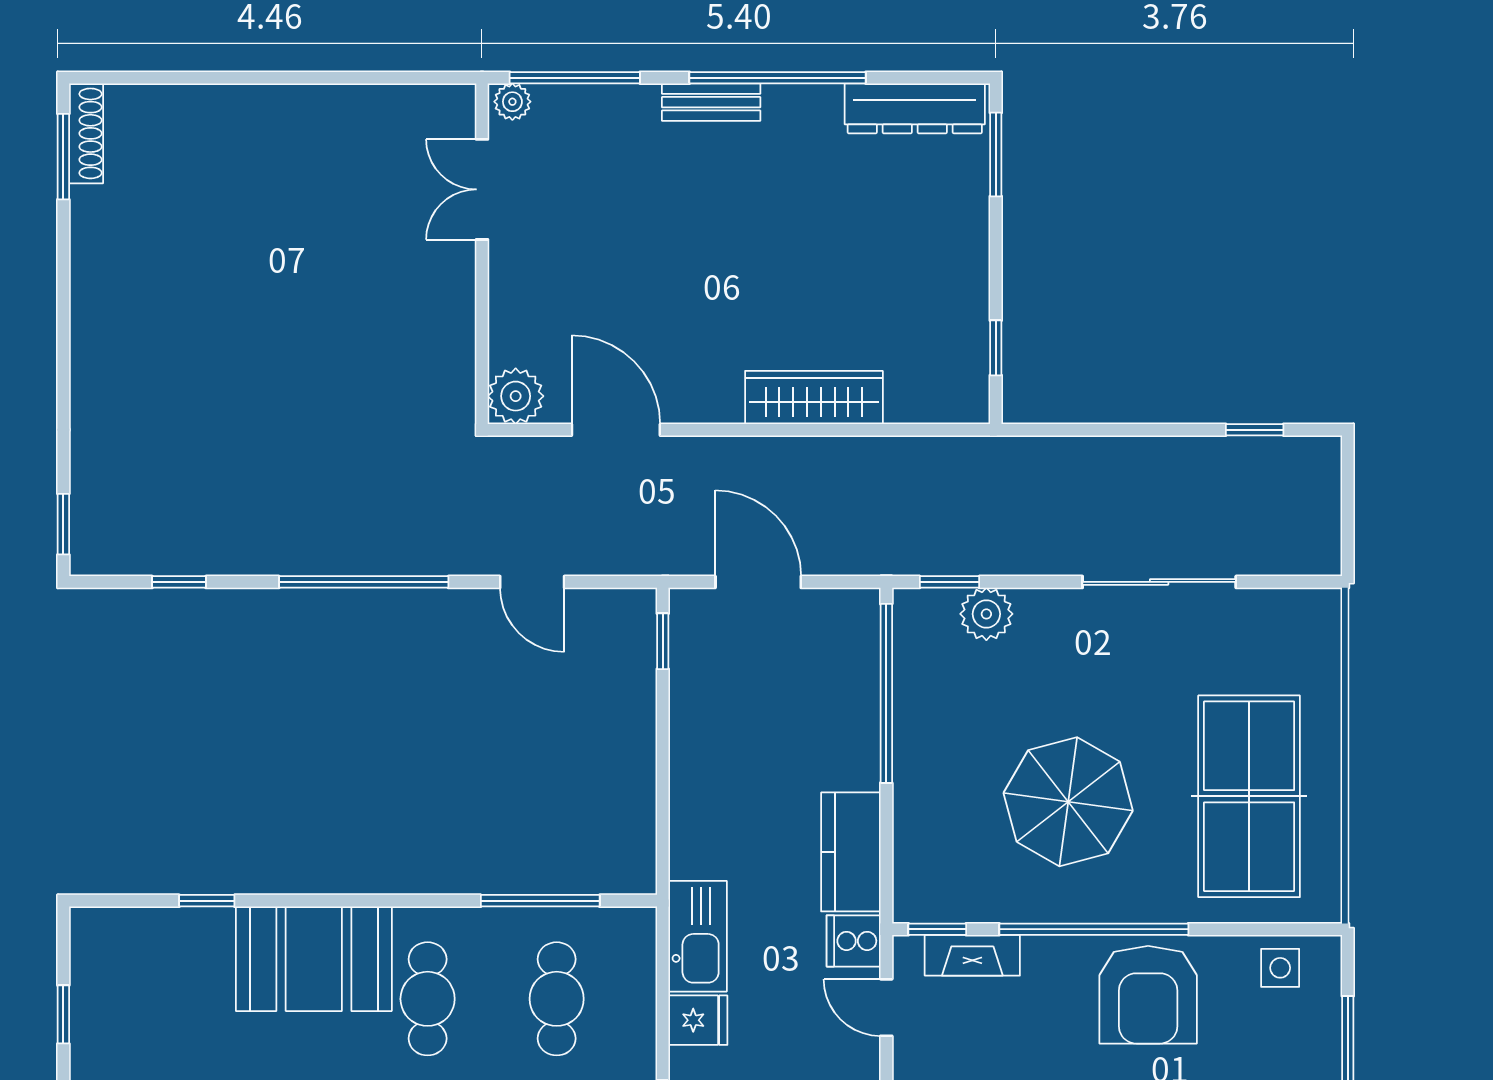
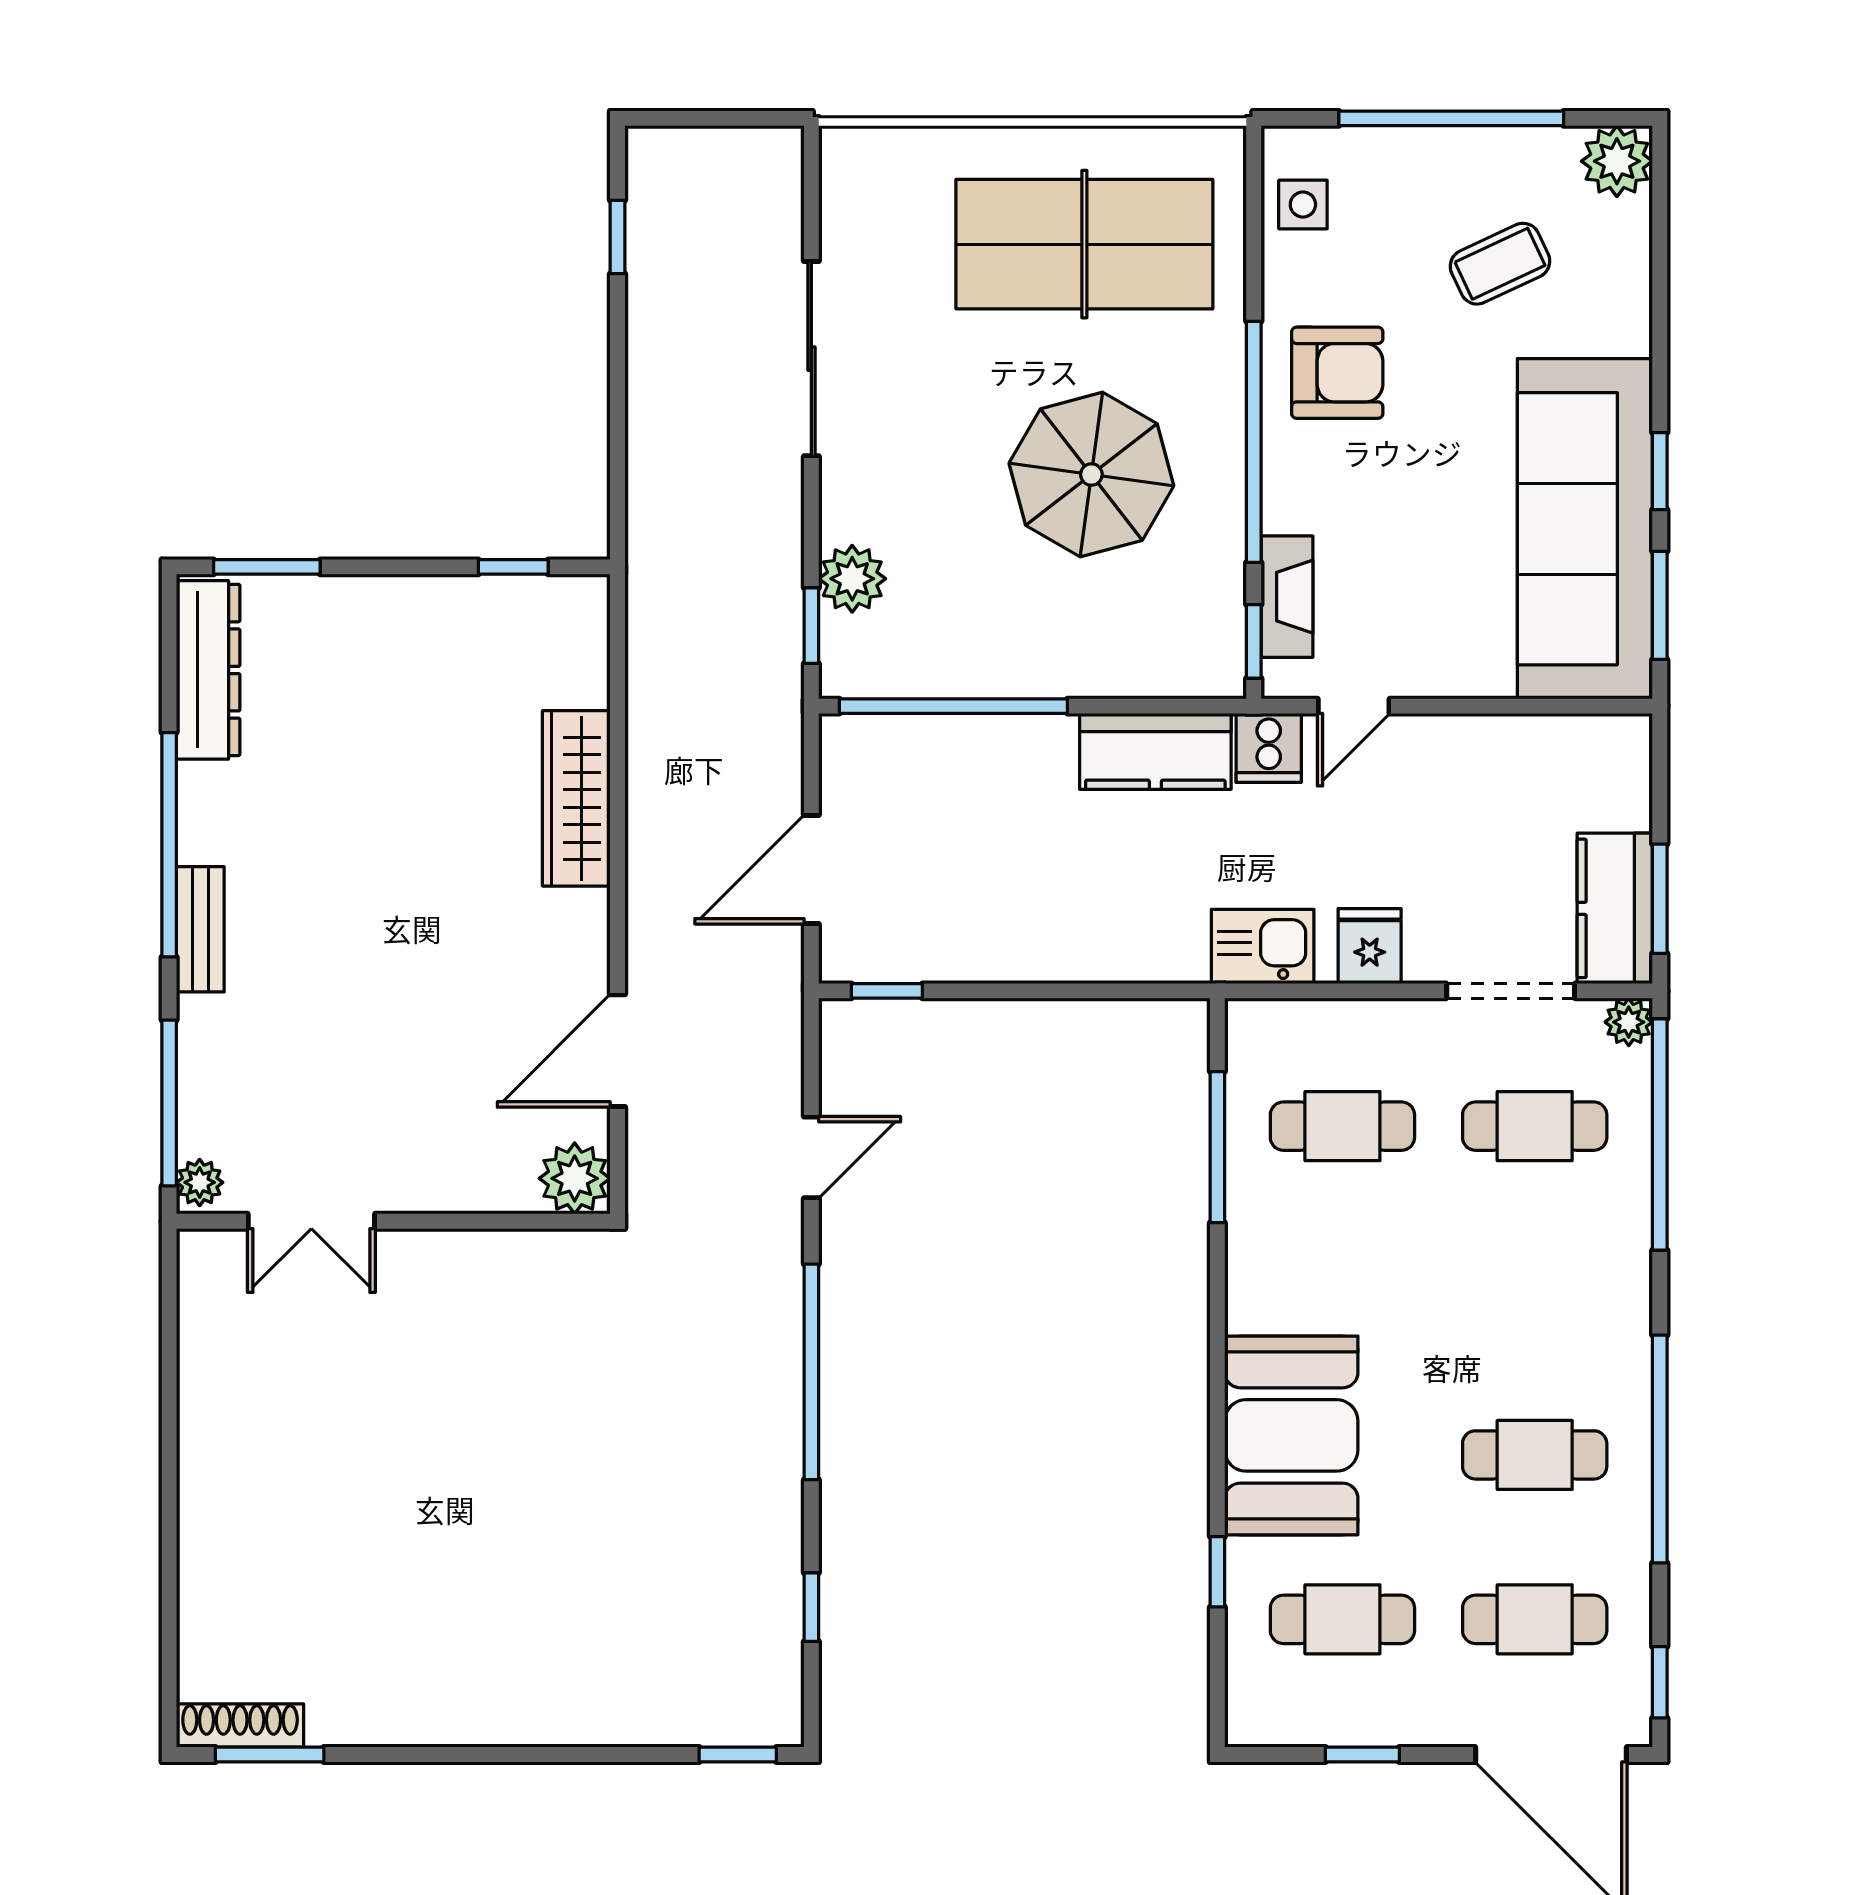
kitchen sink: (698, 936) -> (1263, 946), width x0.73
armchair: (1148, 995) -> (1337, 373), width x0.73, depth x0.73
cafe table: (428, 999) -> (1342, 1619), moved

